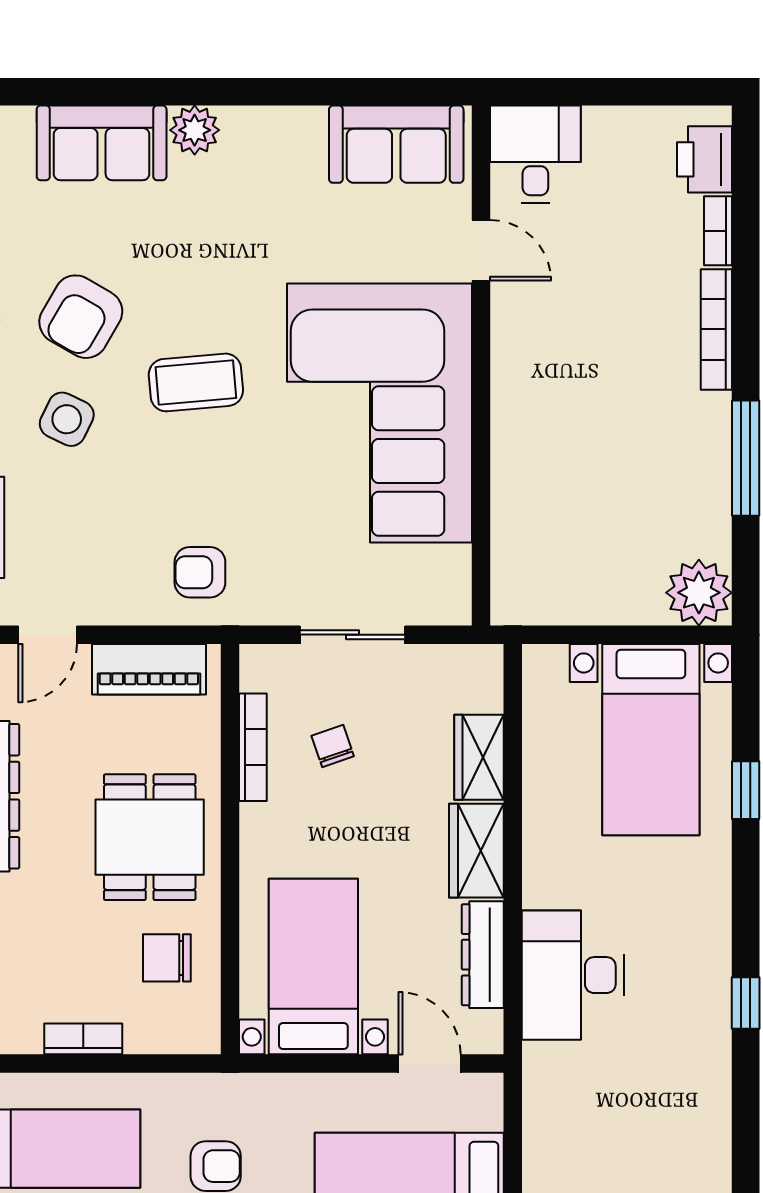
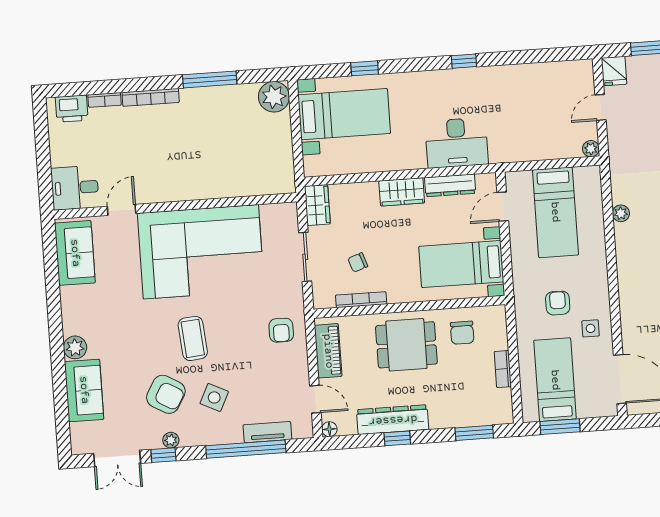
wardrobe: (479, 757) -> (317, 205), moved, turned -90

